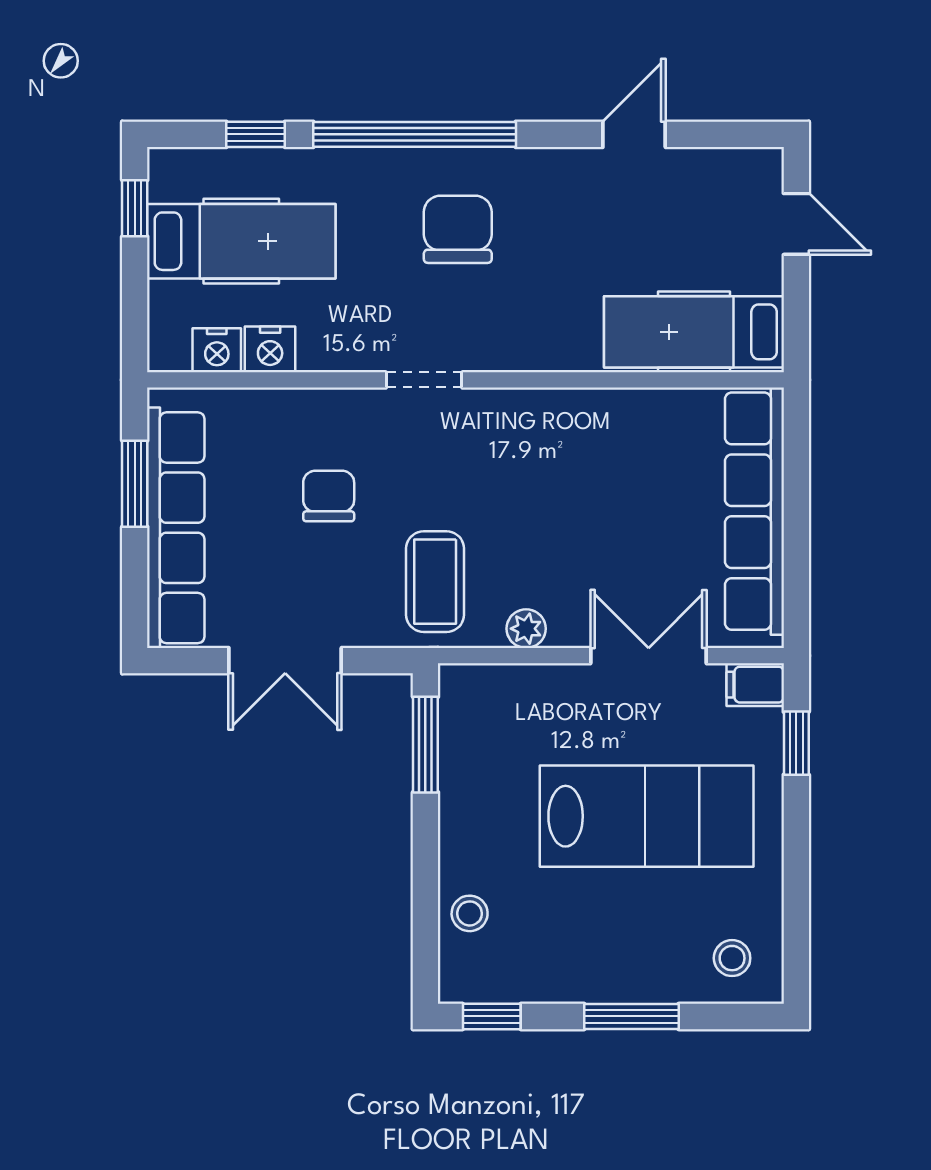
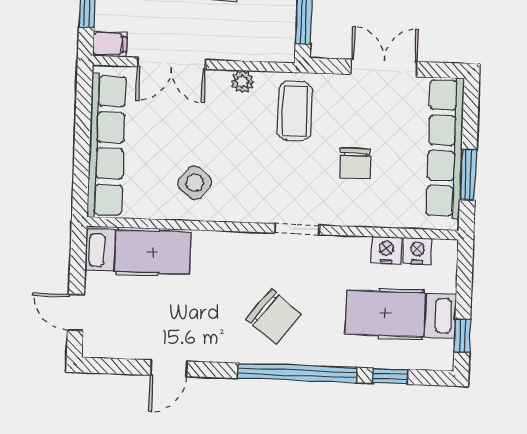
chair: (458, 229) -> (274, 316), turned -52
side table: (601, 453) -> (195, 183), added

